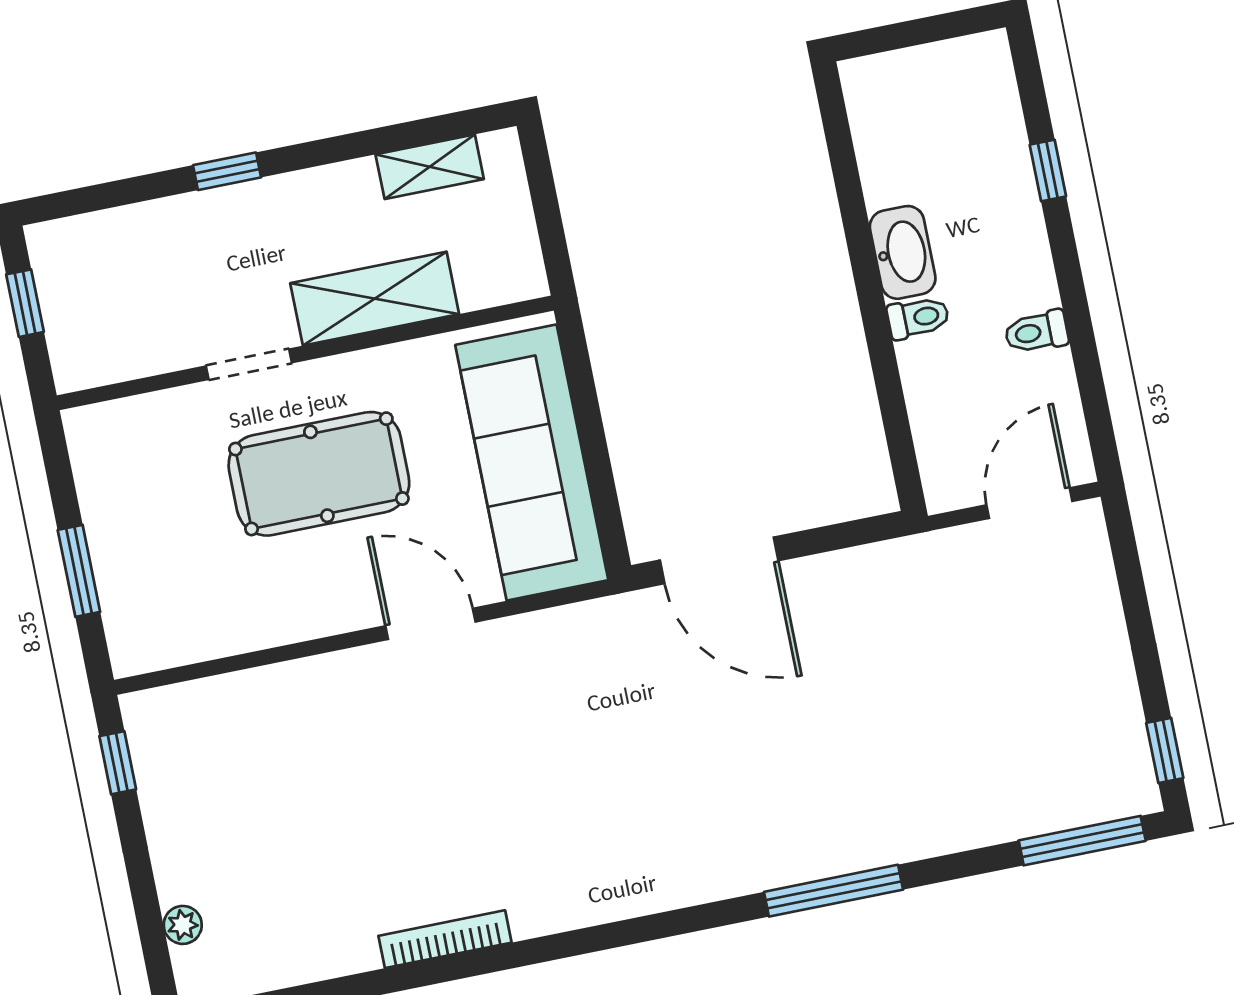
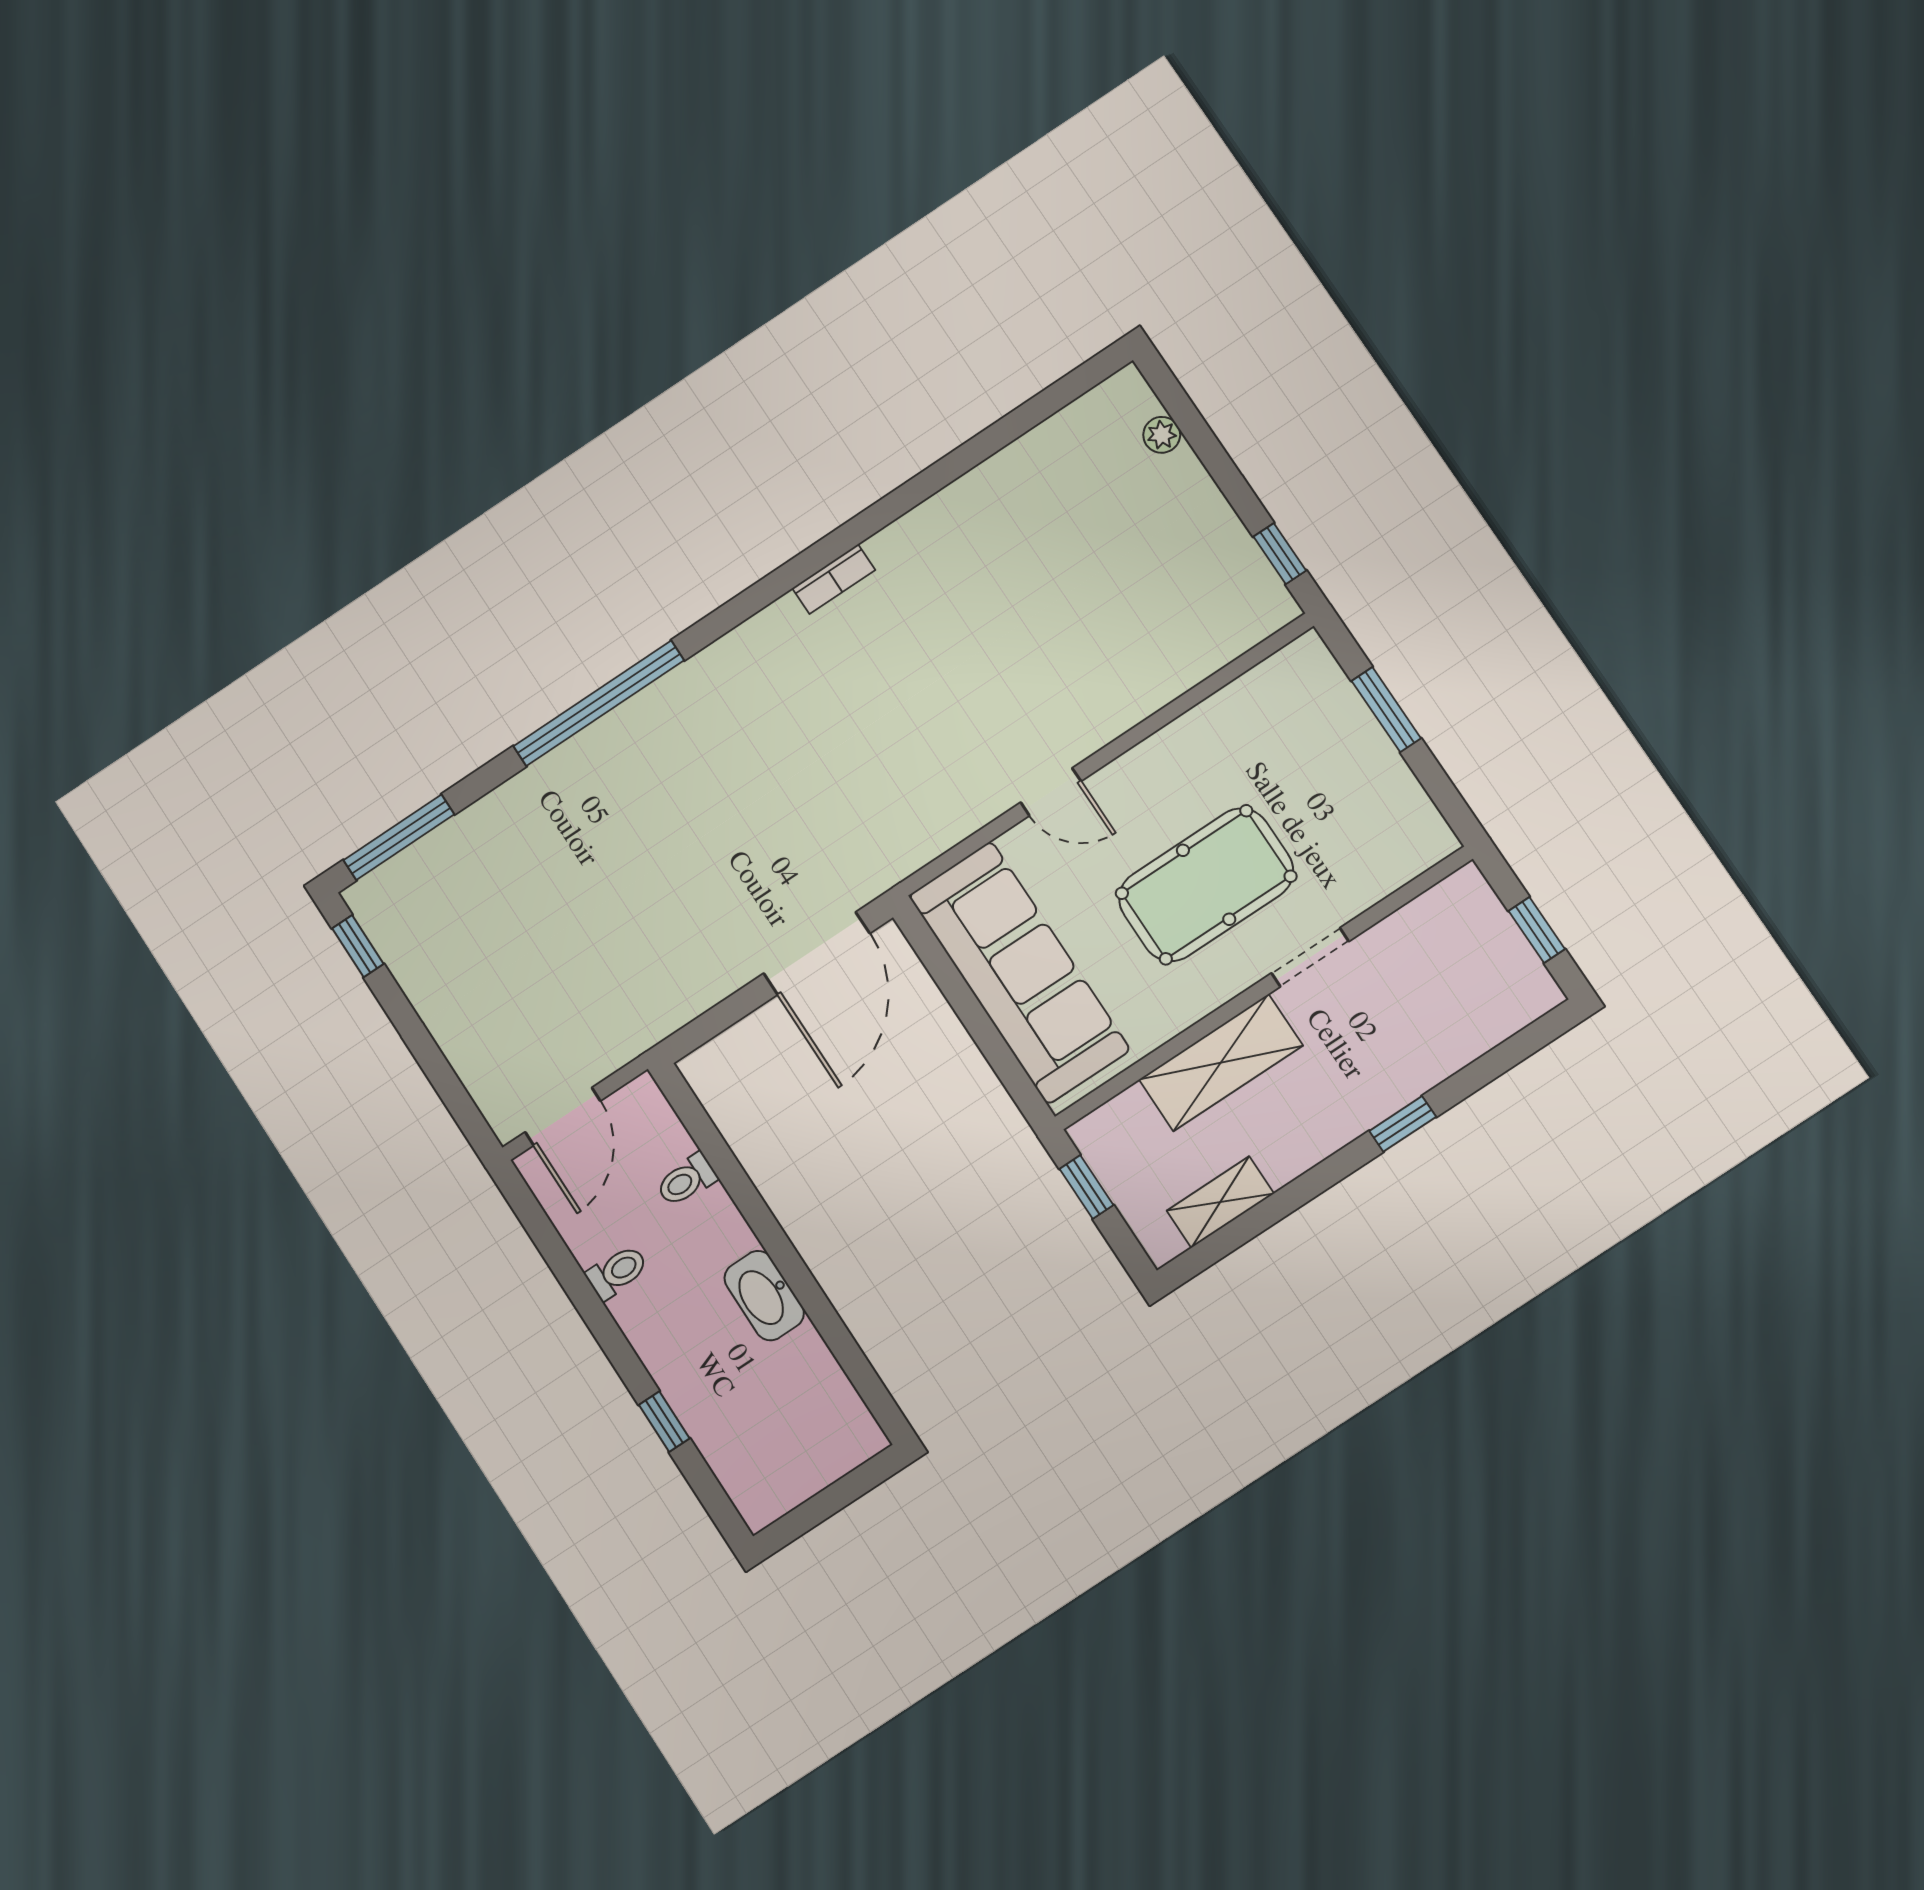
window: (551, 232) -> (1086, 1187), added
toilet: (918, 318) -> (686, 1180), moved
door: (719, 560) -> (817, 953), swing flipped
door: (430, 624) -> (1051, 792), width x0.73
window: (834, 891) -> (599, 703), width x1.46
bookcase: (445, 939) -> (834, 579), moved, width x0.64

